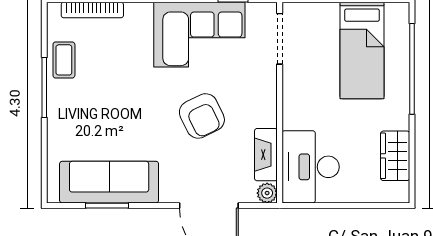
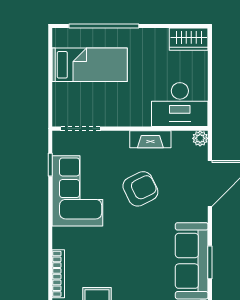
fireplace: (266, 155) -> (150, 139), moved
wardrobe: (395, 156) -> (189, 39), moved

